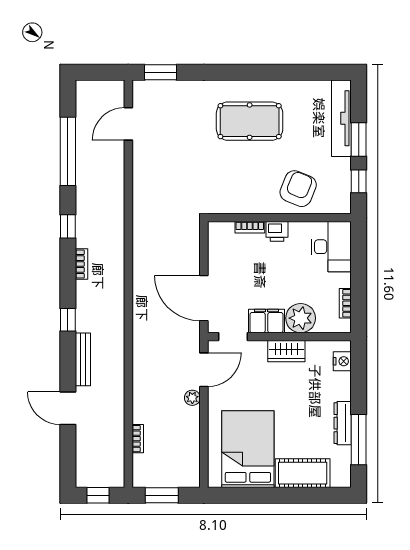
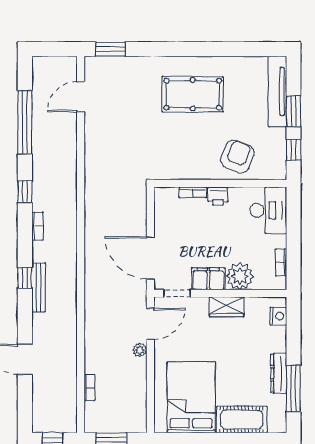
bench: (83, 359) -> (39, 287), moved

